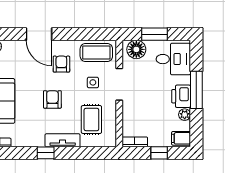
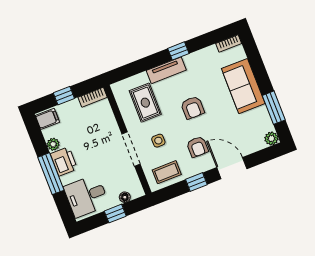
window: (74, 34) -> (196, 182), added
window: (154, 34) -> (115, 214), width x0.67
floor lamp: (136, 49) -> (125, 197), width x0.53, depth x0.53
coffee table: (96, 52) -> (167, 172), width x0.73, depth x0.77

